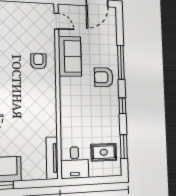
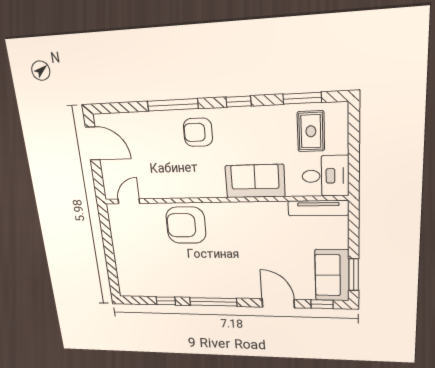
sofa: (70, 56) -> (255, 181), moved
armchair: (38, 61) -> (186, 225), width x1.88, depth x1.88
armchair: (104, 77) -> (198, 132), turned 90

